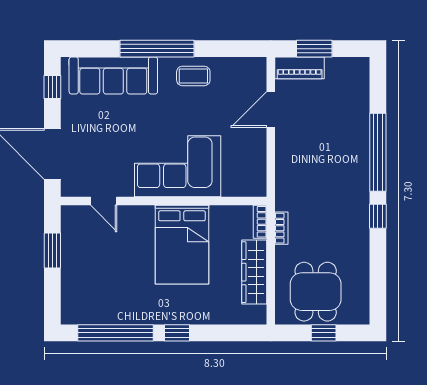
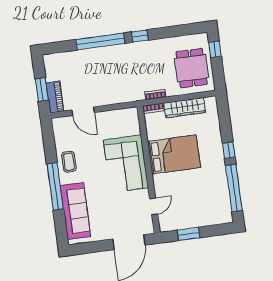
window: (52, 87) -> (88, 248), removed
dining table: (316, 292) -> (192, 68), turned 90
window: (324, 333) -> (215, 49), moved

